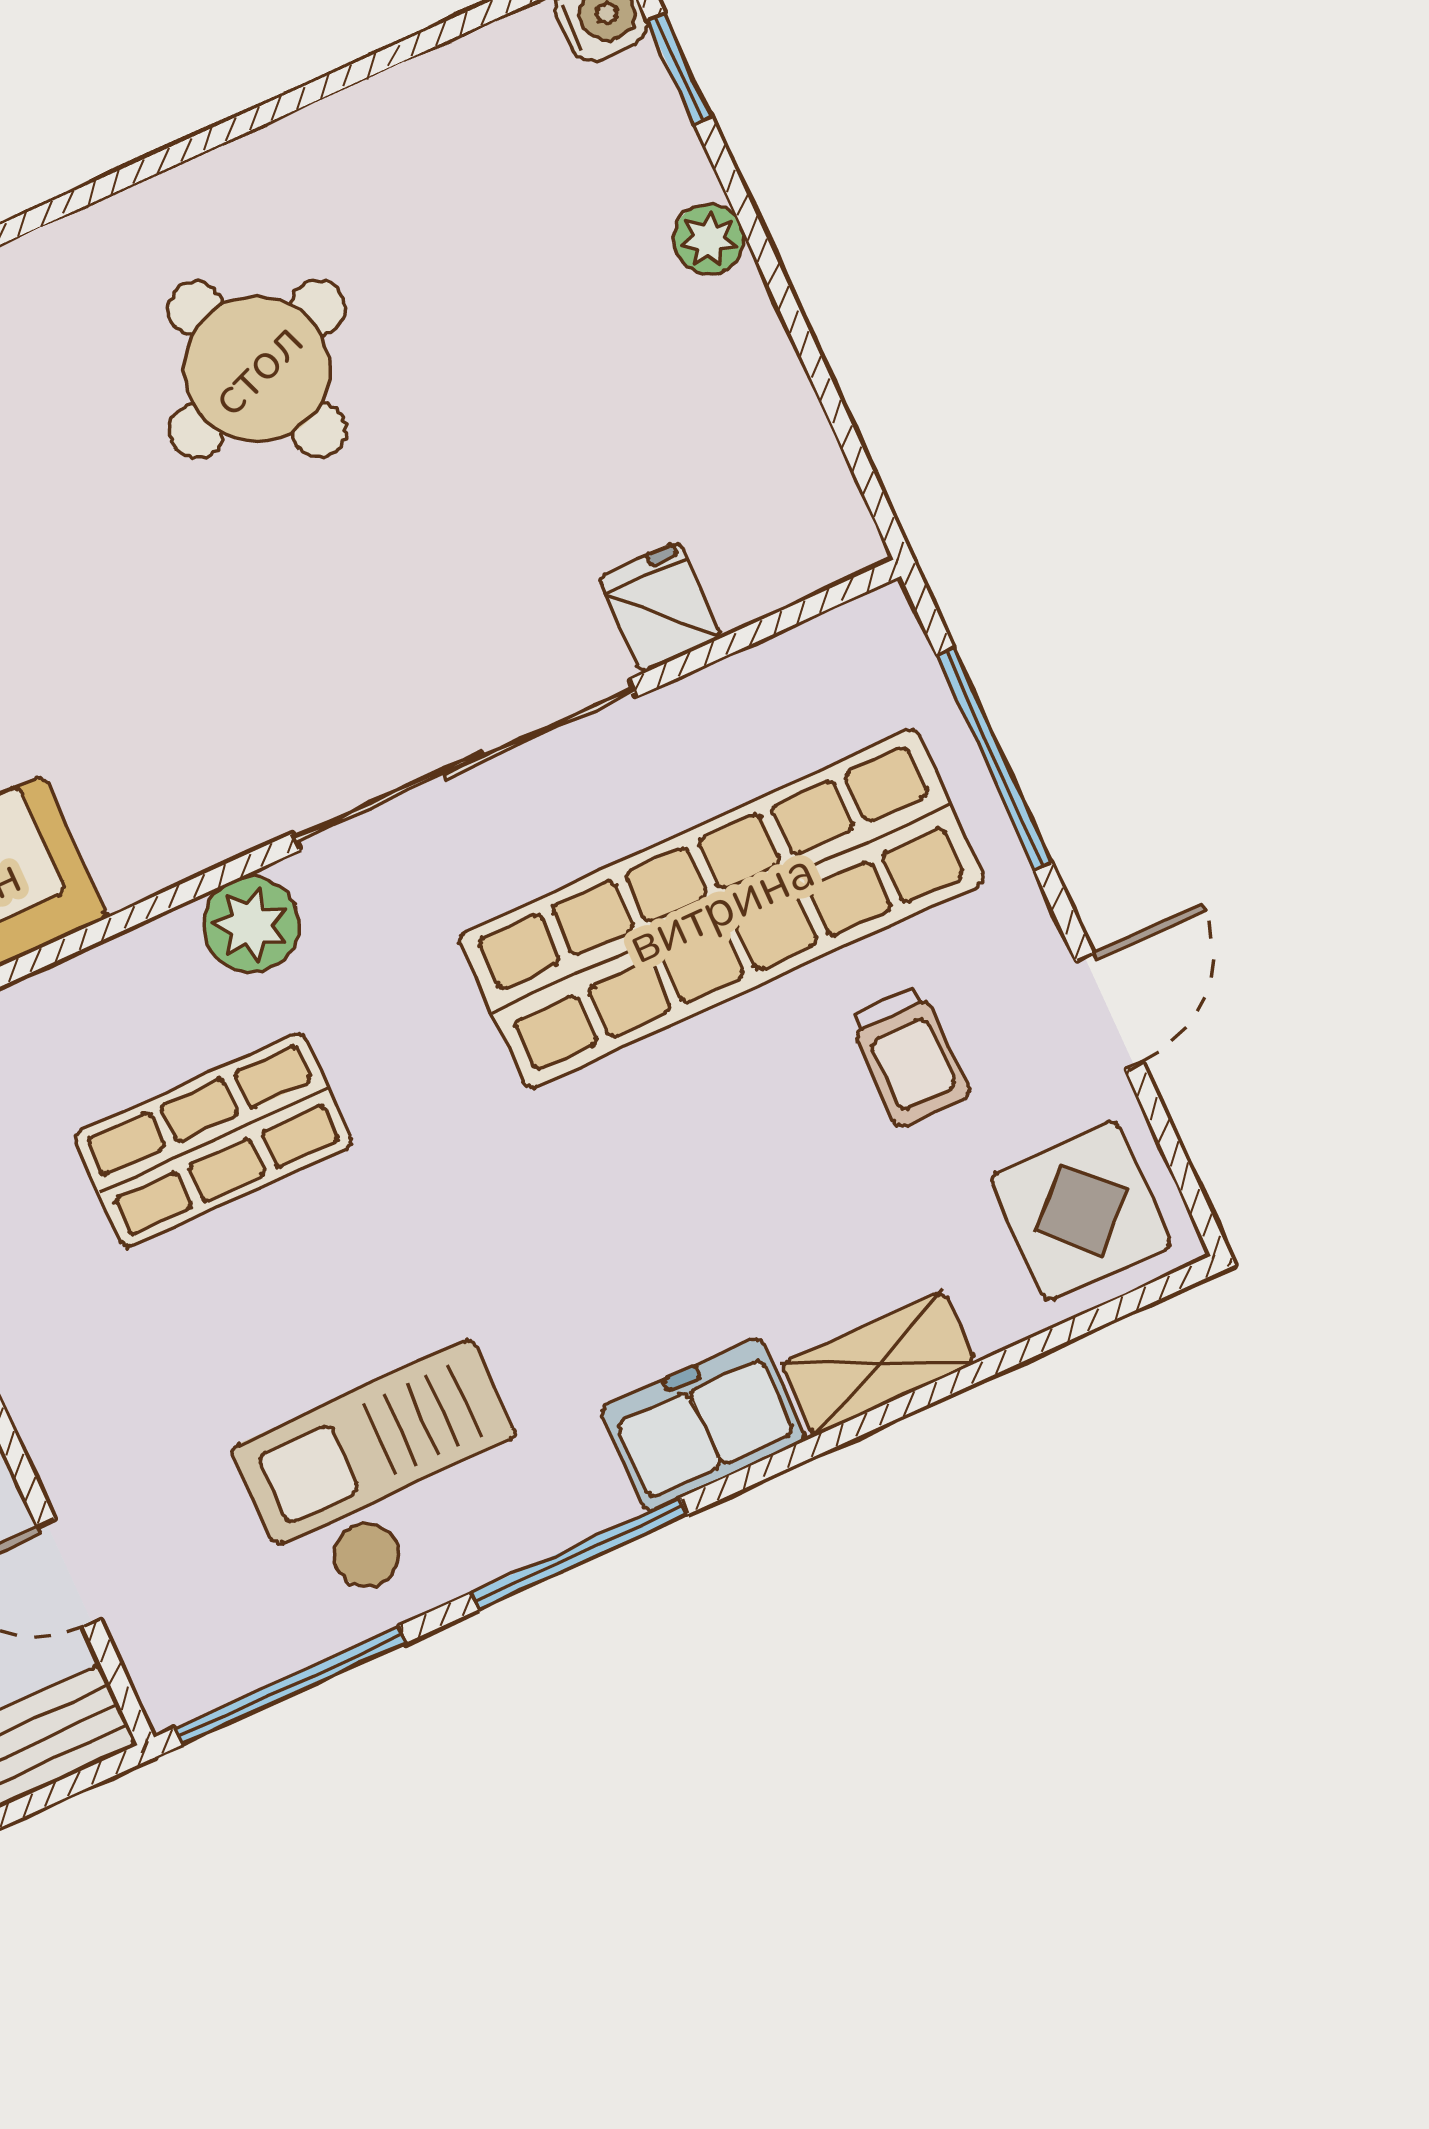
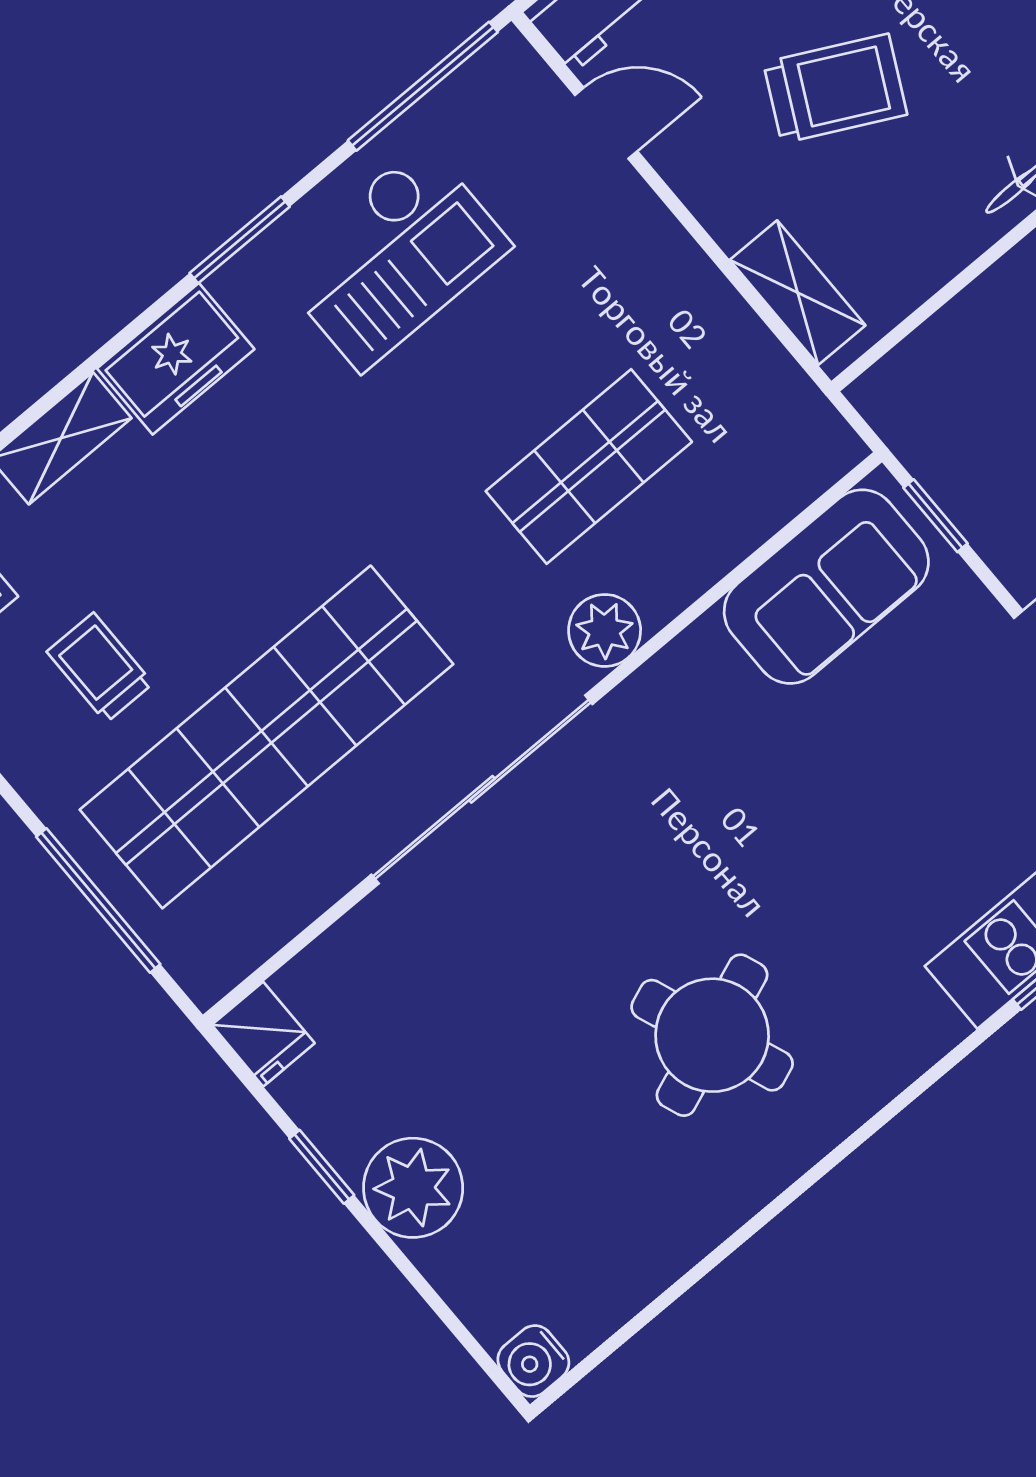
window: (680, 68) -> (322, 1167), moved
plant: (709, 239) -> (413, 1188), width x1.88, depth x1.88
fridge: (660, 607) -> (263, 1034), moved
window: (579, 1554) -> (240, 240), width x0.69

